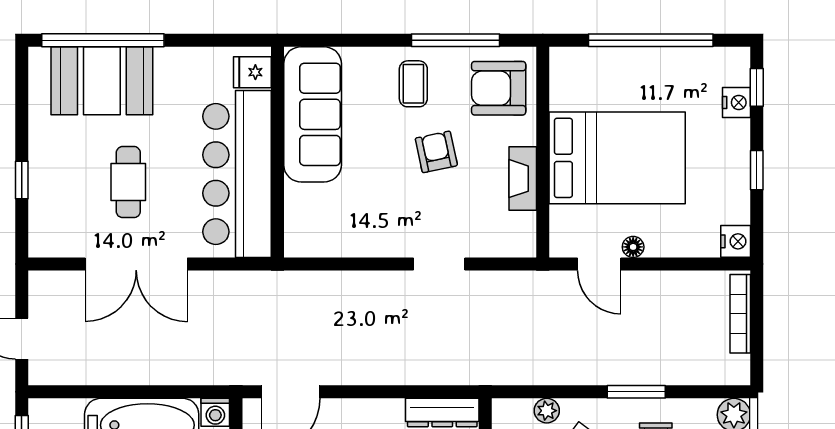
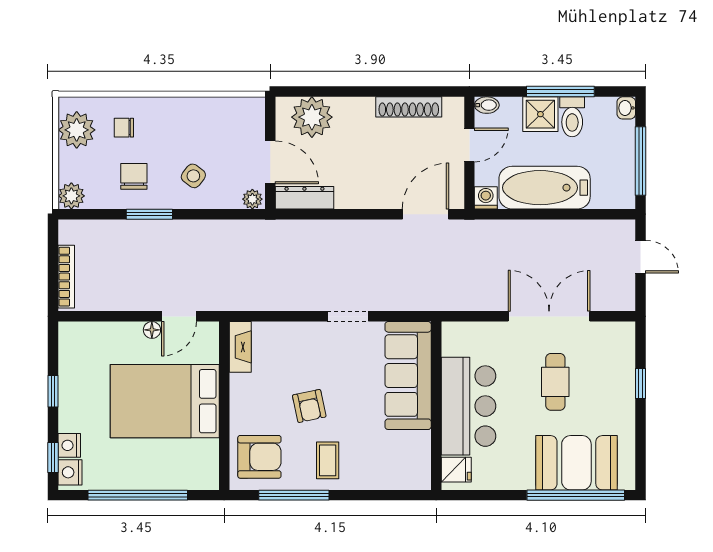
sofa: (313, 114) -> (408, 376), moved
bar counter: (237, 174) -> (468, 406), width x0.73
fireplace: (523, 179) -> (240, 347), moved
nightstand: (736, 241) -> (70, 472), moved
doorway: (439, 264) -> (348, 316), moved
door: (599, 264) -> (179, 316), swing flipped
plant: (547, 411) -> (252, 199), moved

